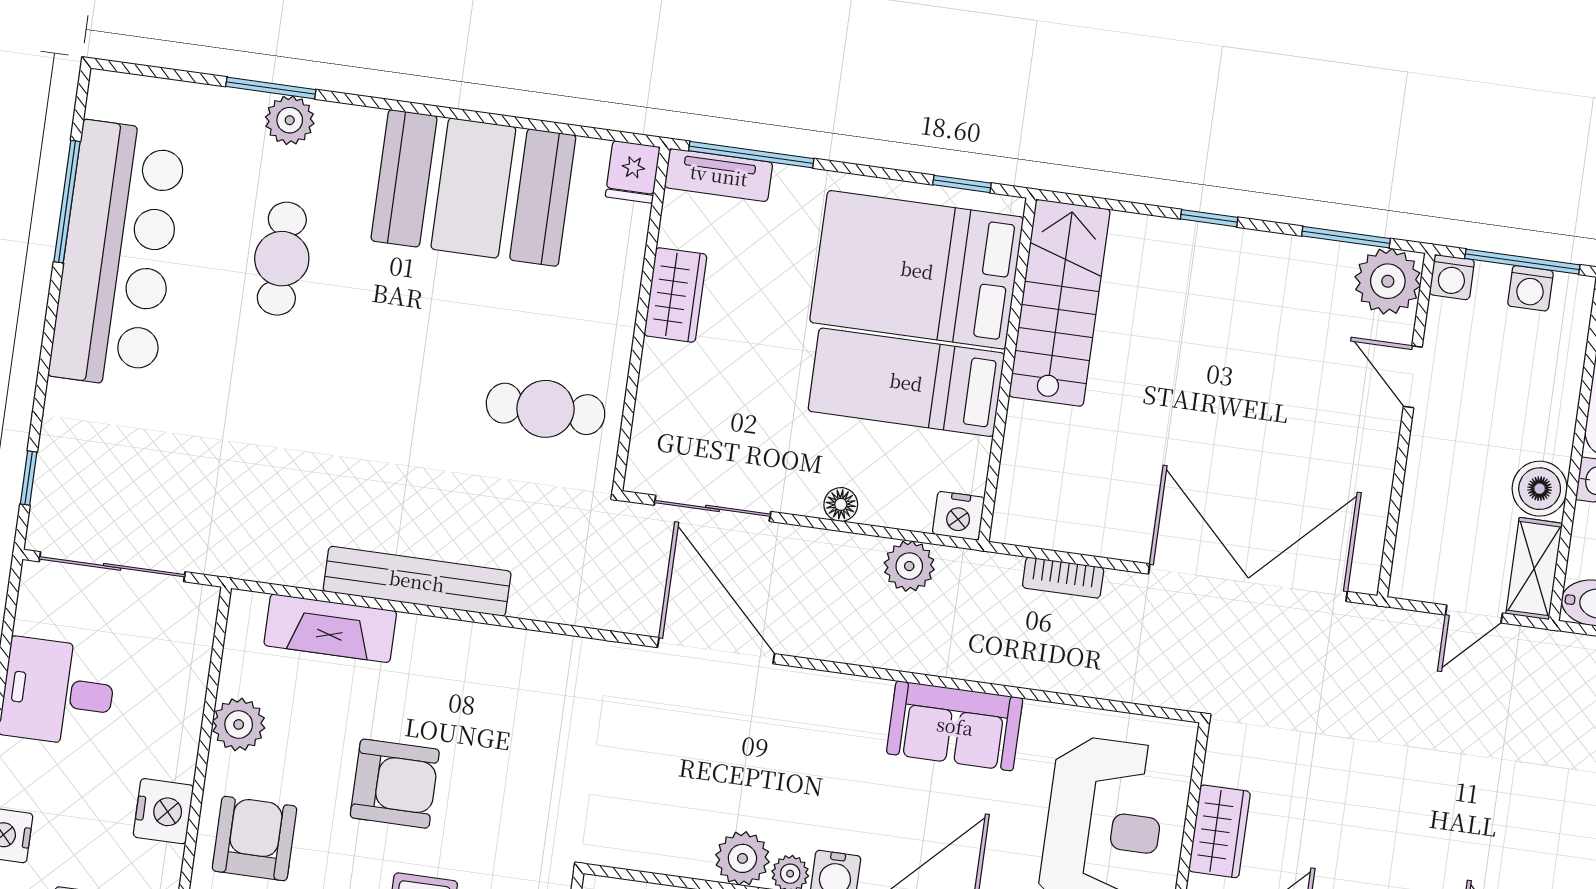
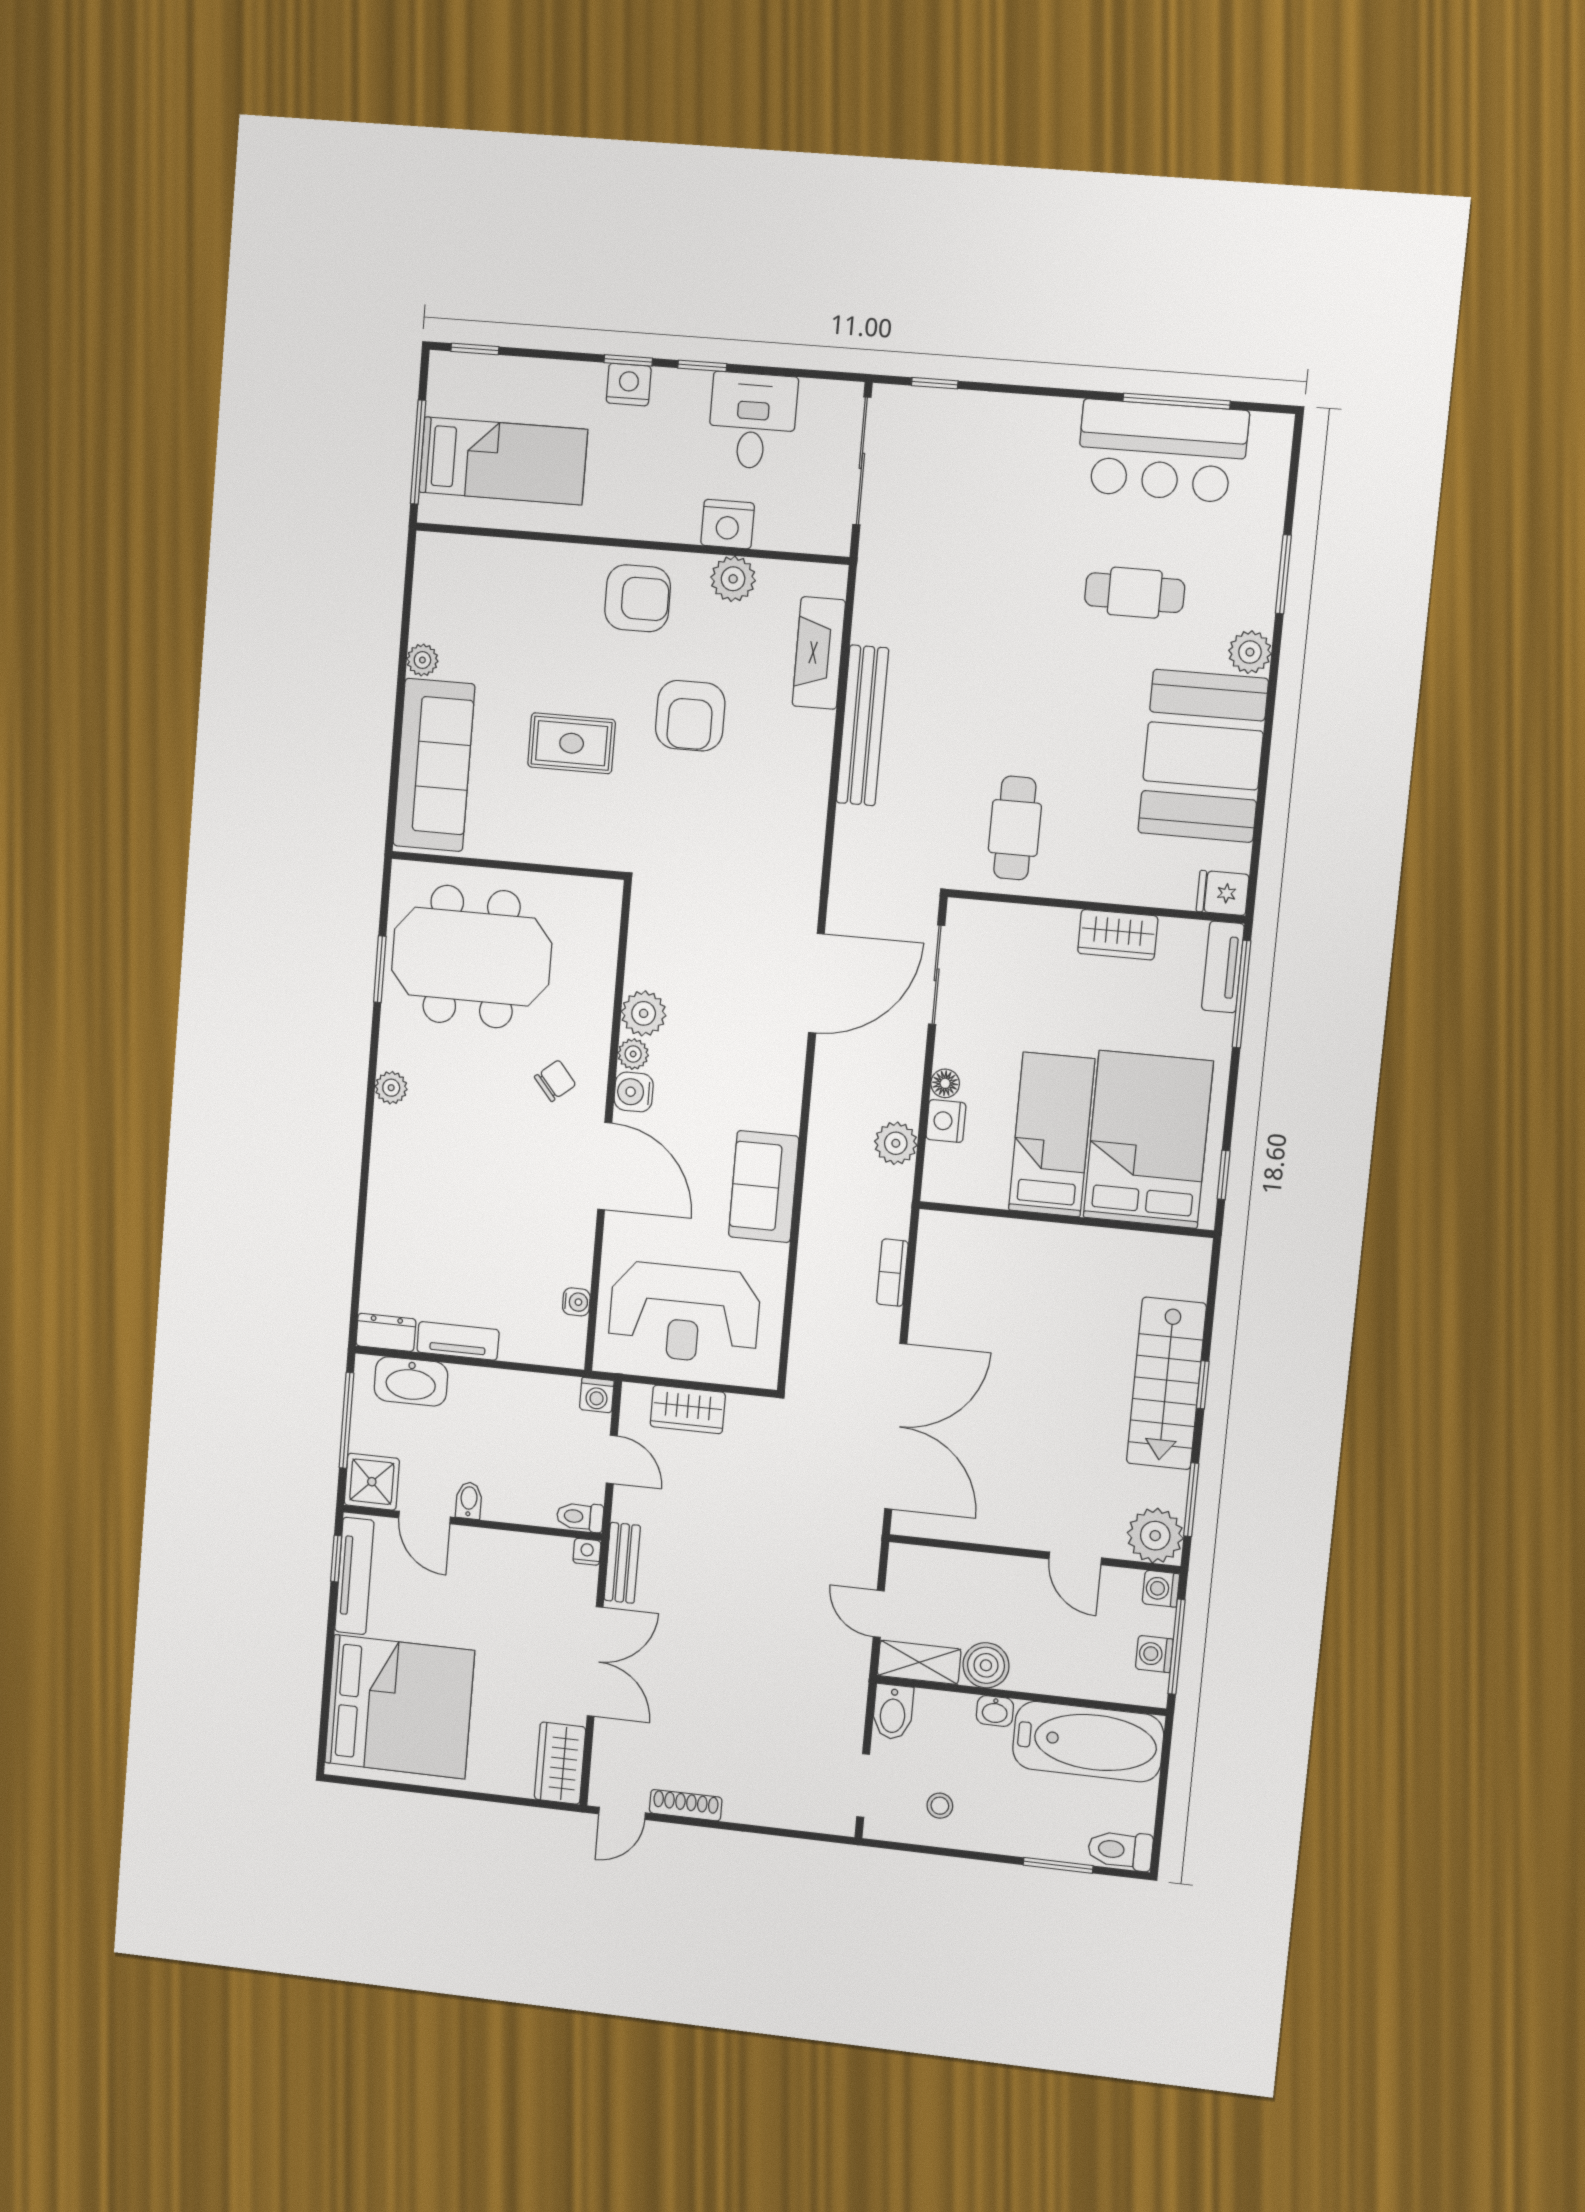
plant: (290, 120) -> (1250, 652), moved
bar counter: (118, 255) -> (1162, 451), width x0.73
stairs: (1059, 303) -> (1166, 1383), moved, turned 90
door: (1413, 377) -> (1075, 1558), swing flipped
nightstand: (959, 516) -> (946, 1121), moved
nightstand: (163, 811) -> (728, 524), moved

